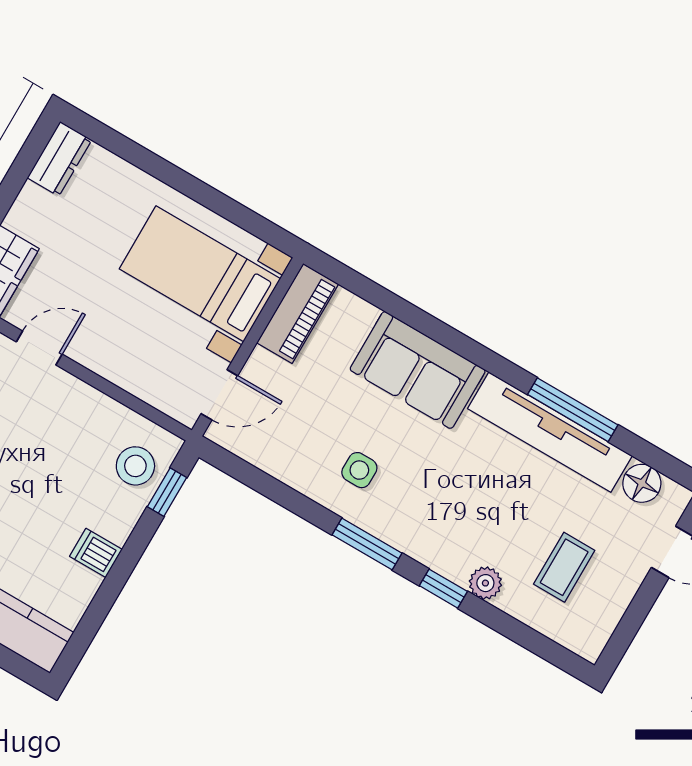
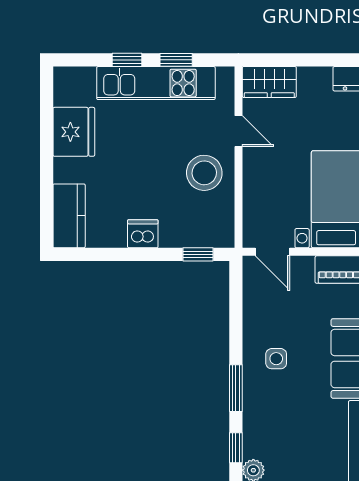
stool: (135, 466) -> (204, 173), moved, width x1.38, depth x1.38
dishwasher: (96, 553) -> (143, 234), width x1.38

